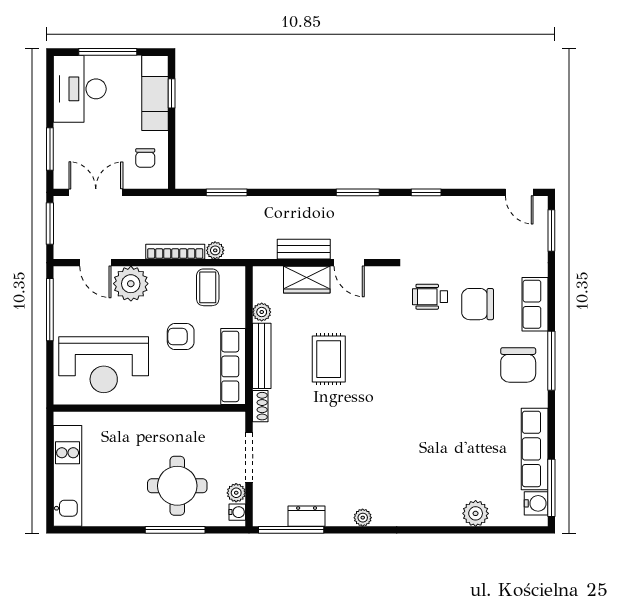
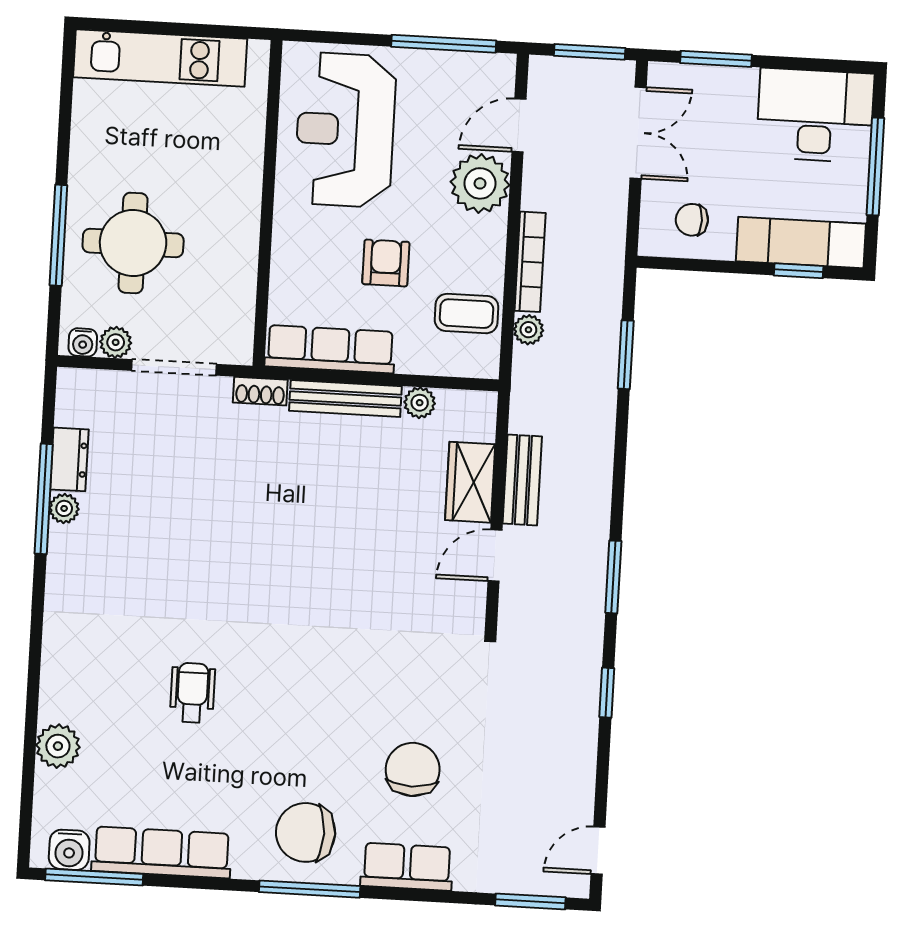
wheelchair: (430, 297) -> (192, 693), moved
rug: (329, 359) -> (334, 512), removed
plant: (363, 518) -> (64, 508), moved
window: (291, 530) -> (44, 499), moved

